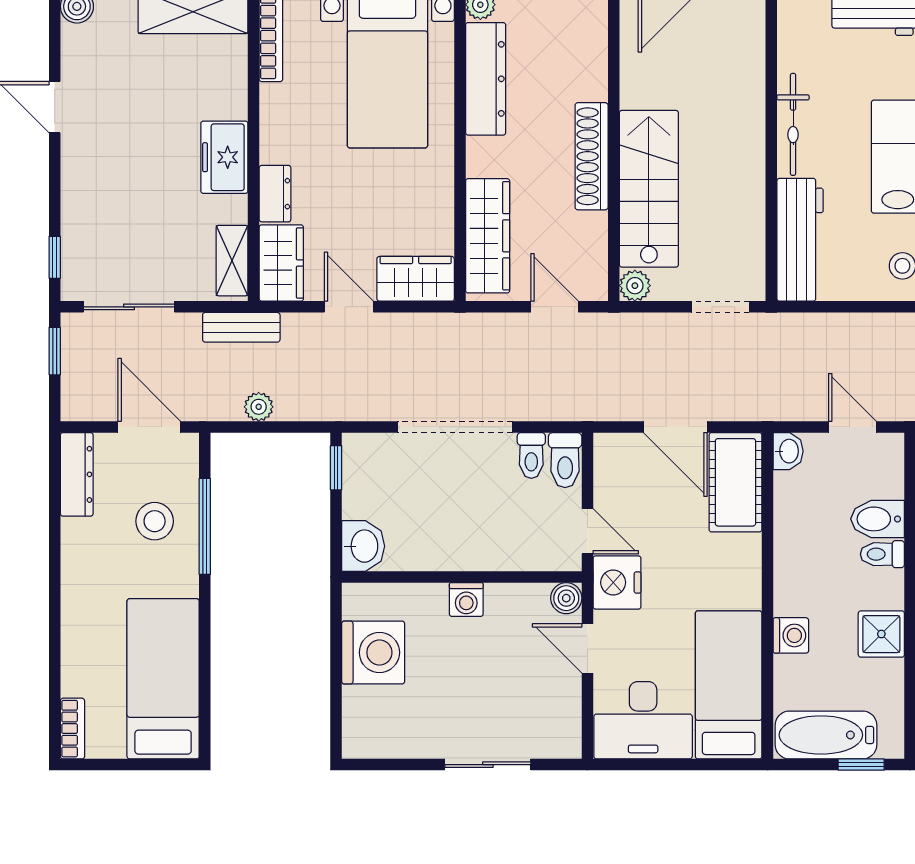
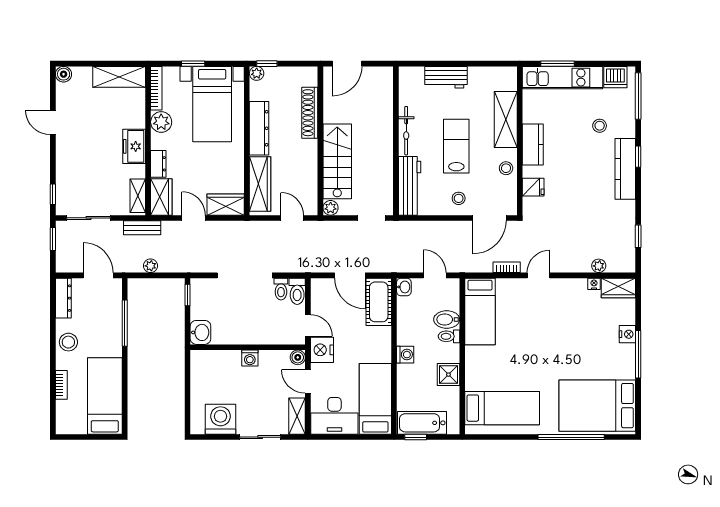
dresser: (486, 79) -> (259, 128), moved
plant: (281, 106) -> (161, 122), added
shoe rack: (592, 156) -> (310, 113), moved
stool: (155, 521) -> (68, 342), moved
washing machine: (791, 635) -> (405, 355), moved
washing machine: (373, 653) -> (220, 419), moved, turned -90
shelving: (565, 721) -> (297, 416), added
bookcase: (72, 729) -> (61, 385), moved
window: (861, 765) -> (416, 437), moved

